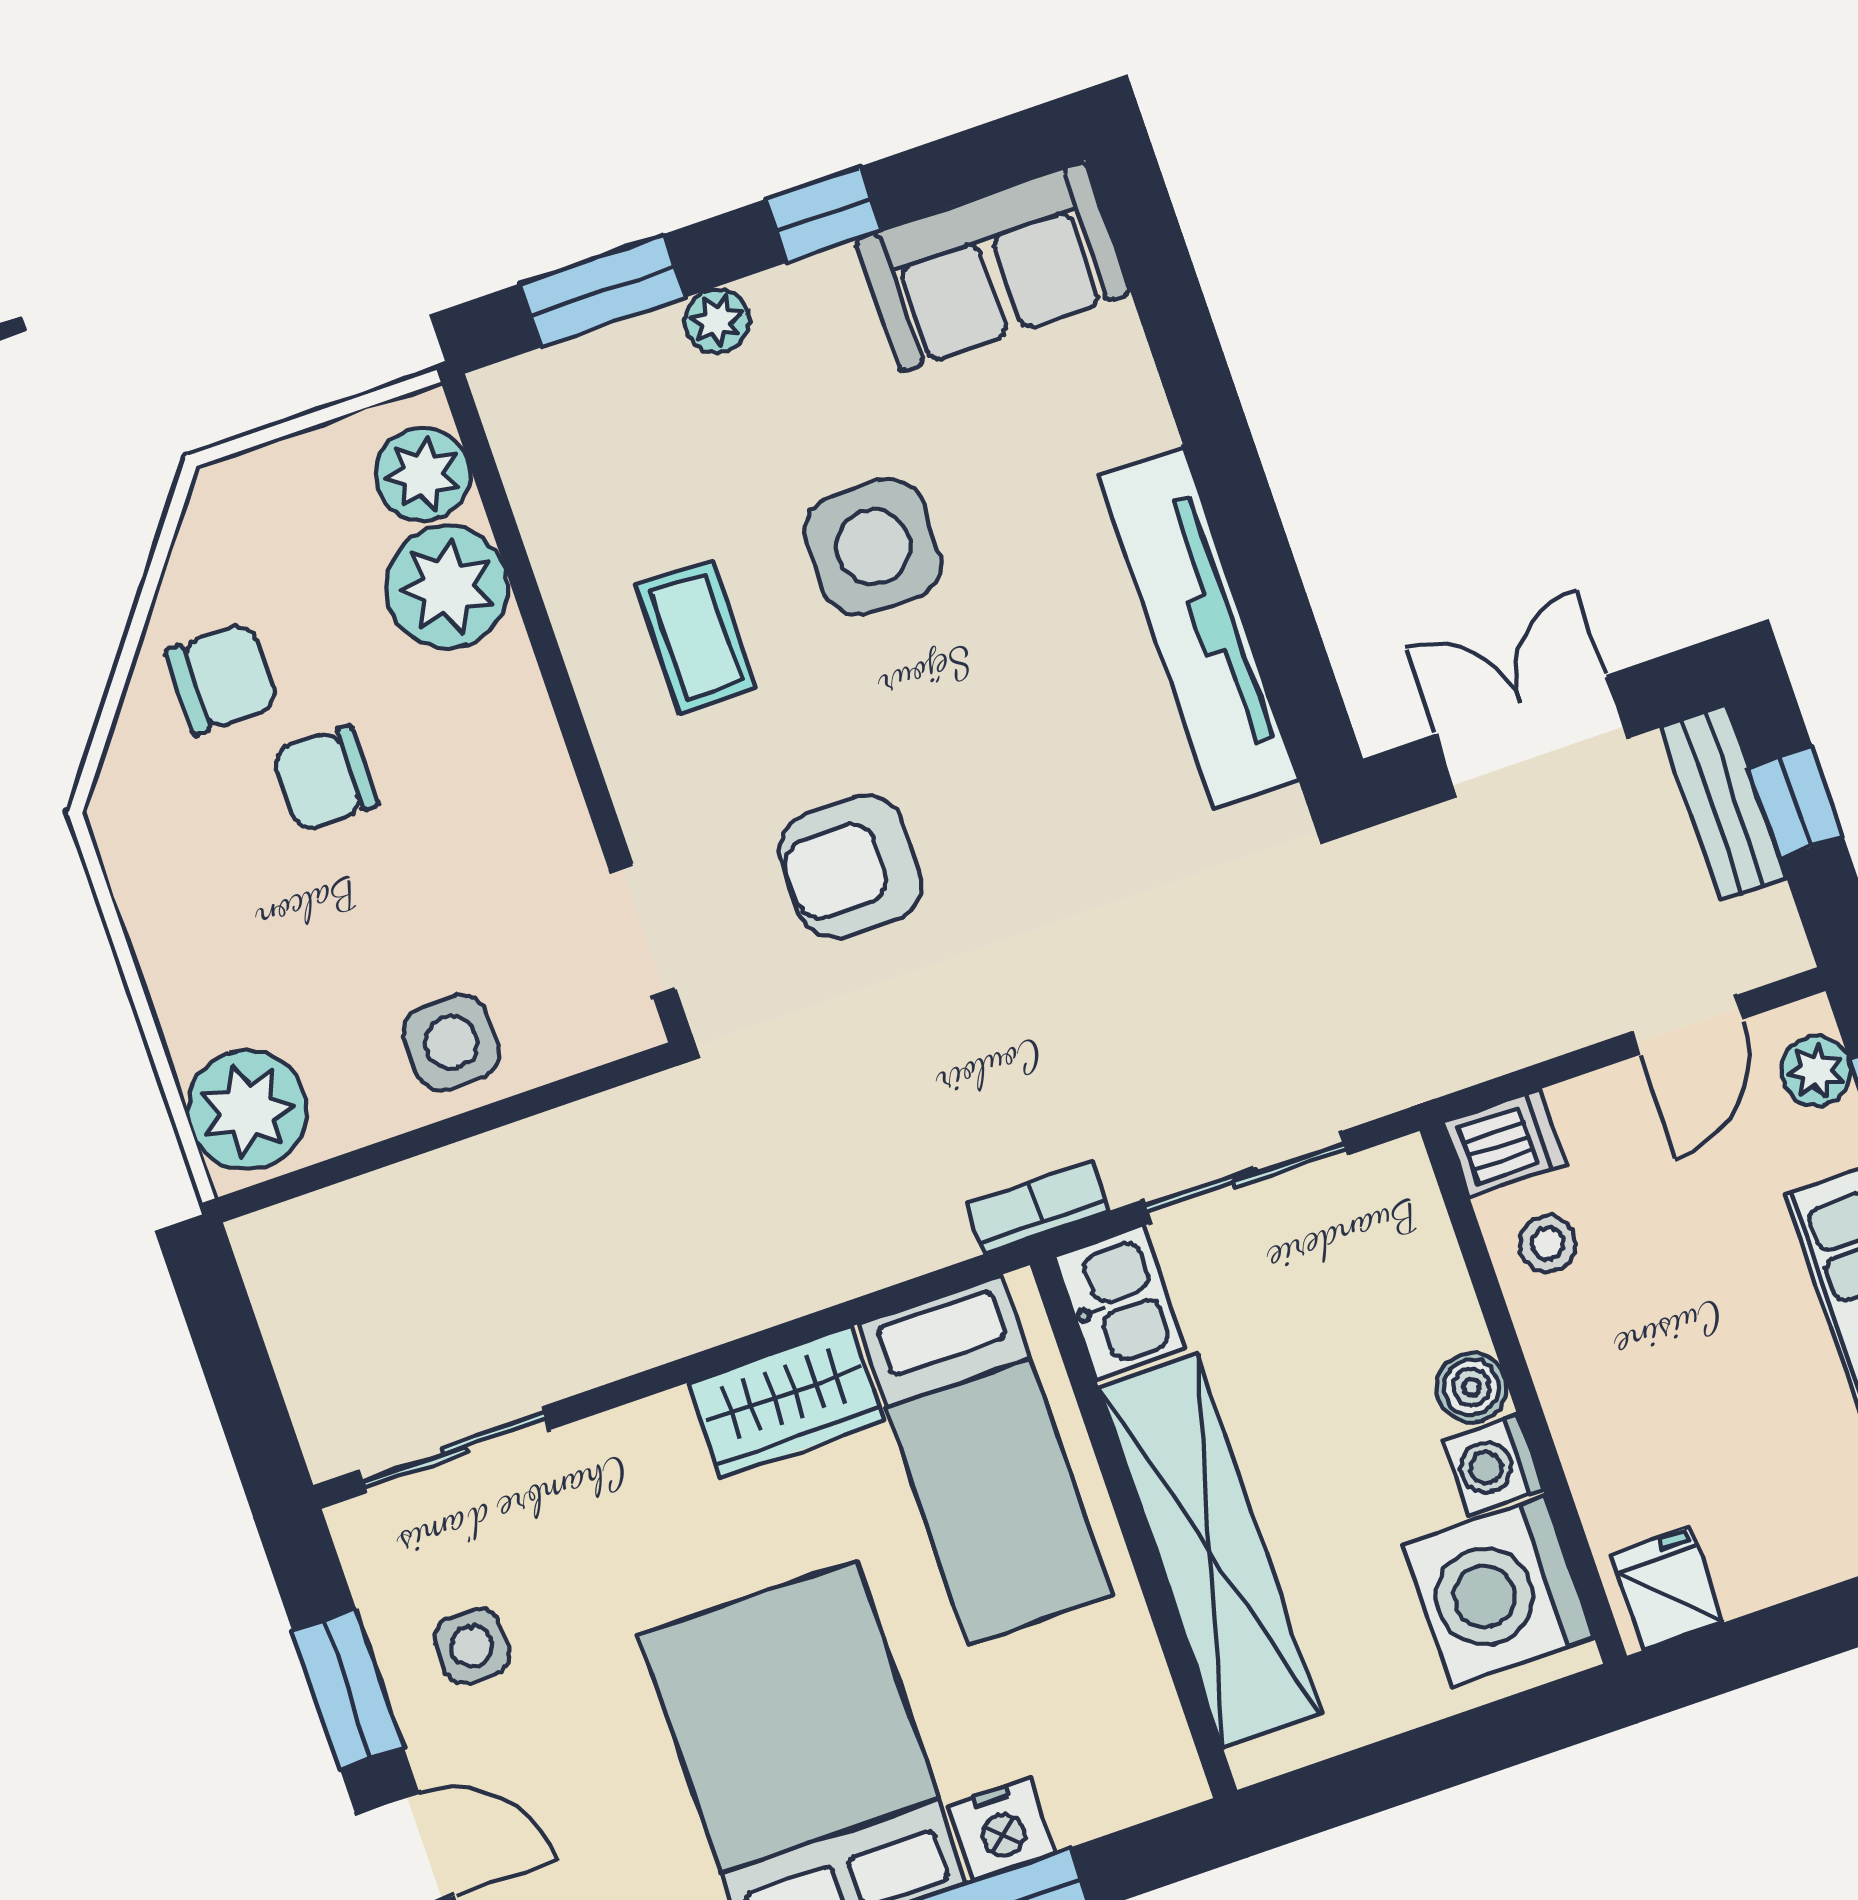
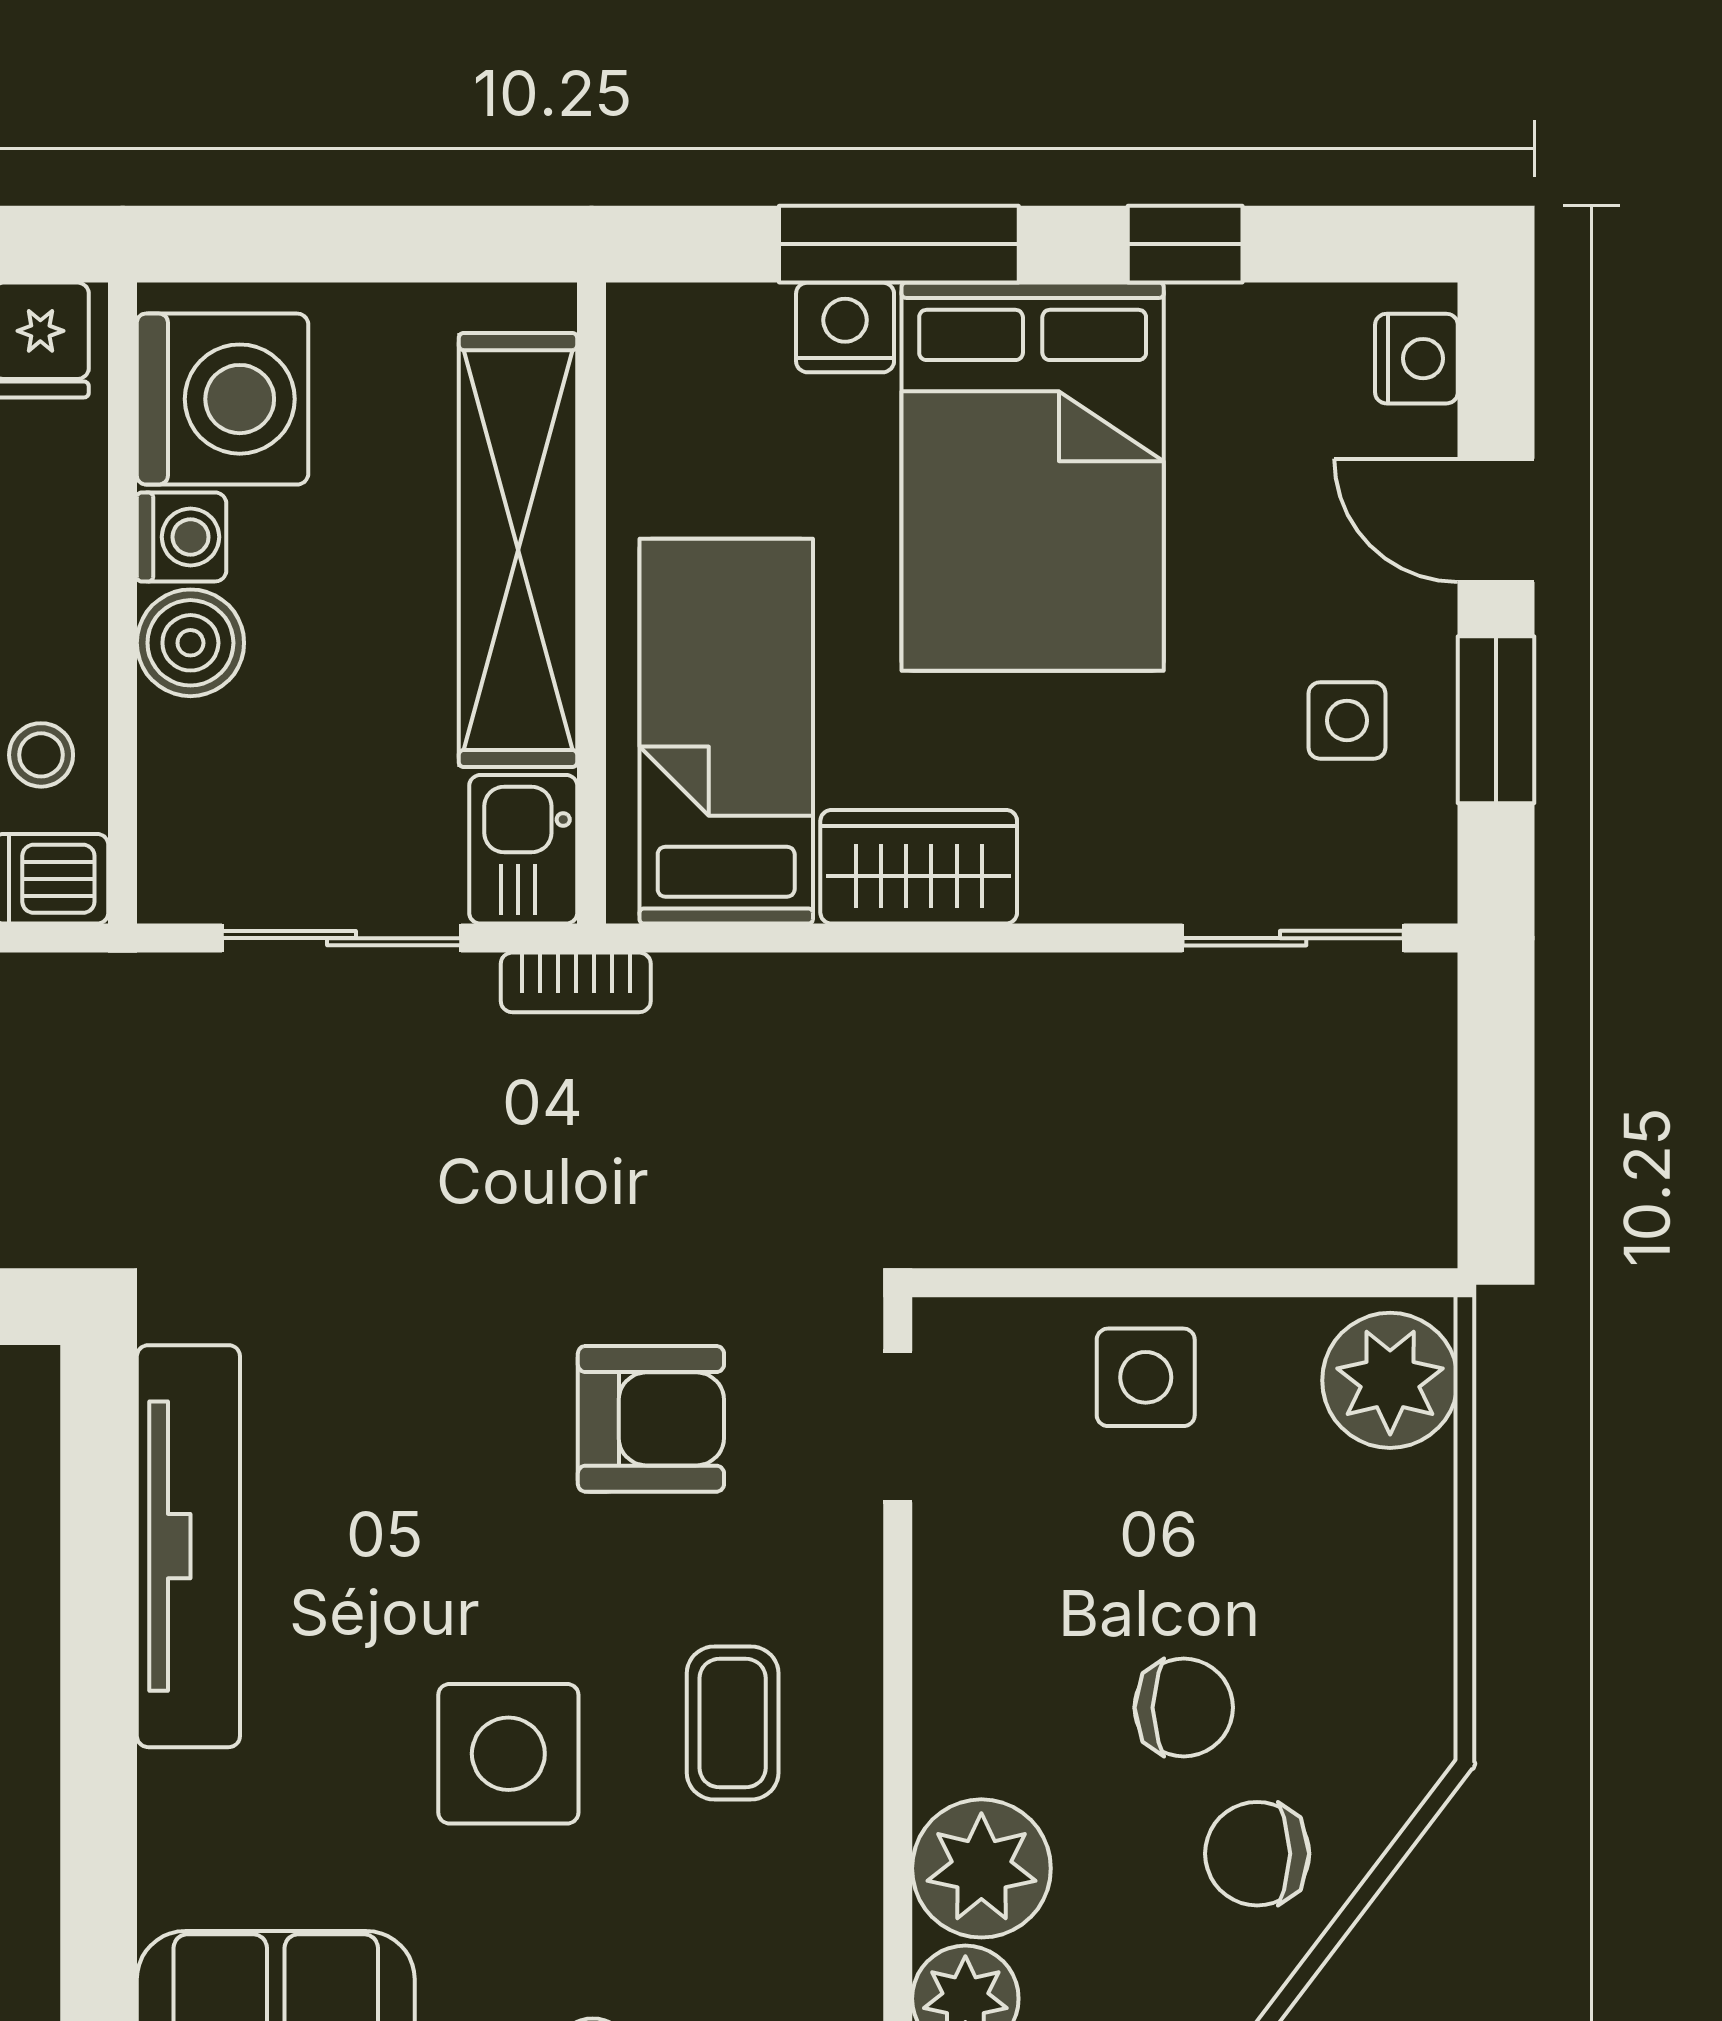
boiler: (1472, 1387) -> (190, 643), width x1.36, depth x1.36

